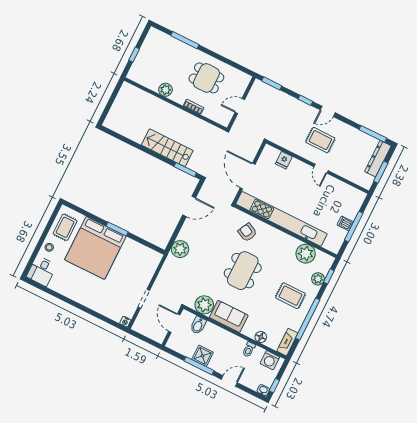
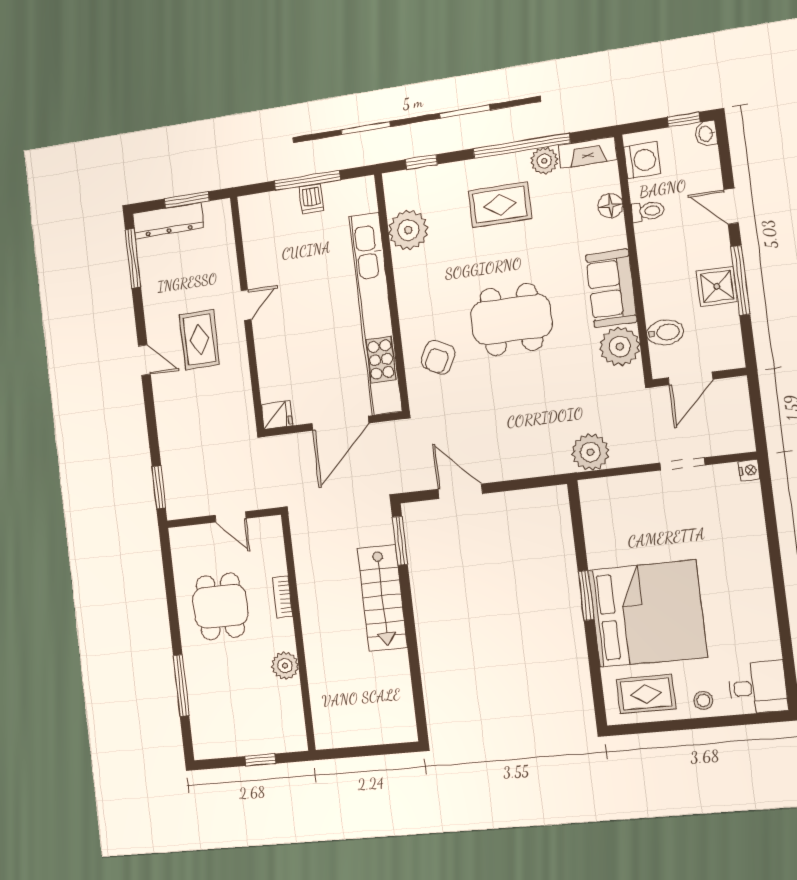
window: (305, 100) -> (150, 411), removed
fridge: (284, 160) -> (277, 415), moved
plant: (180, 249) -> (590, 452), moved
plant: (318, 279) -> (544, 161), moved
rug: (290, 296) -> (500, 205), turned 90

